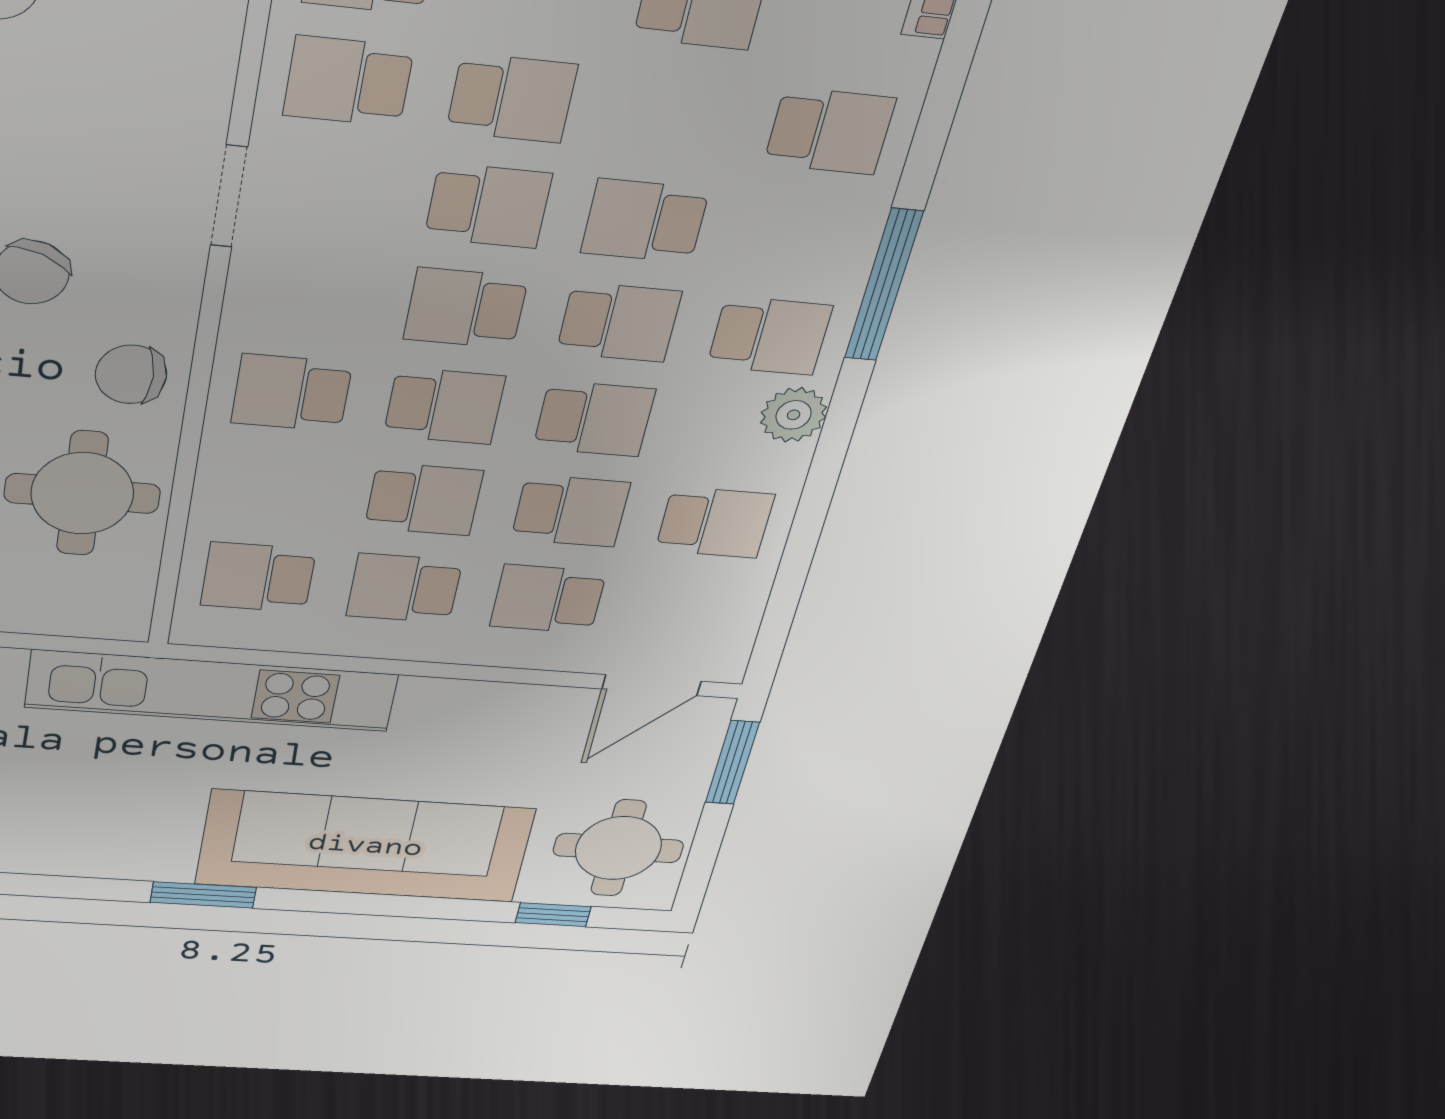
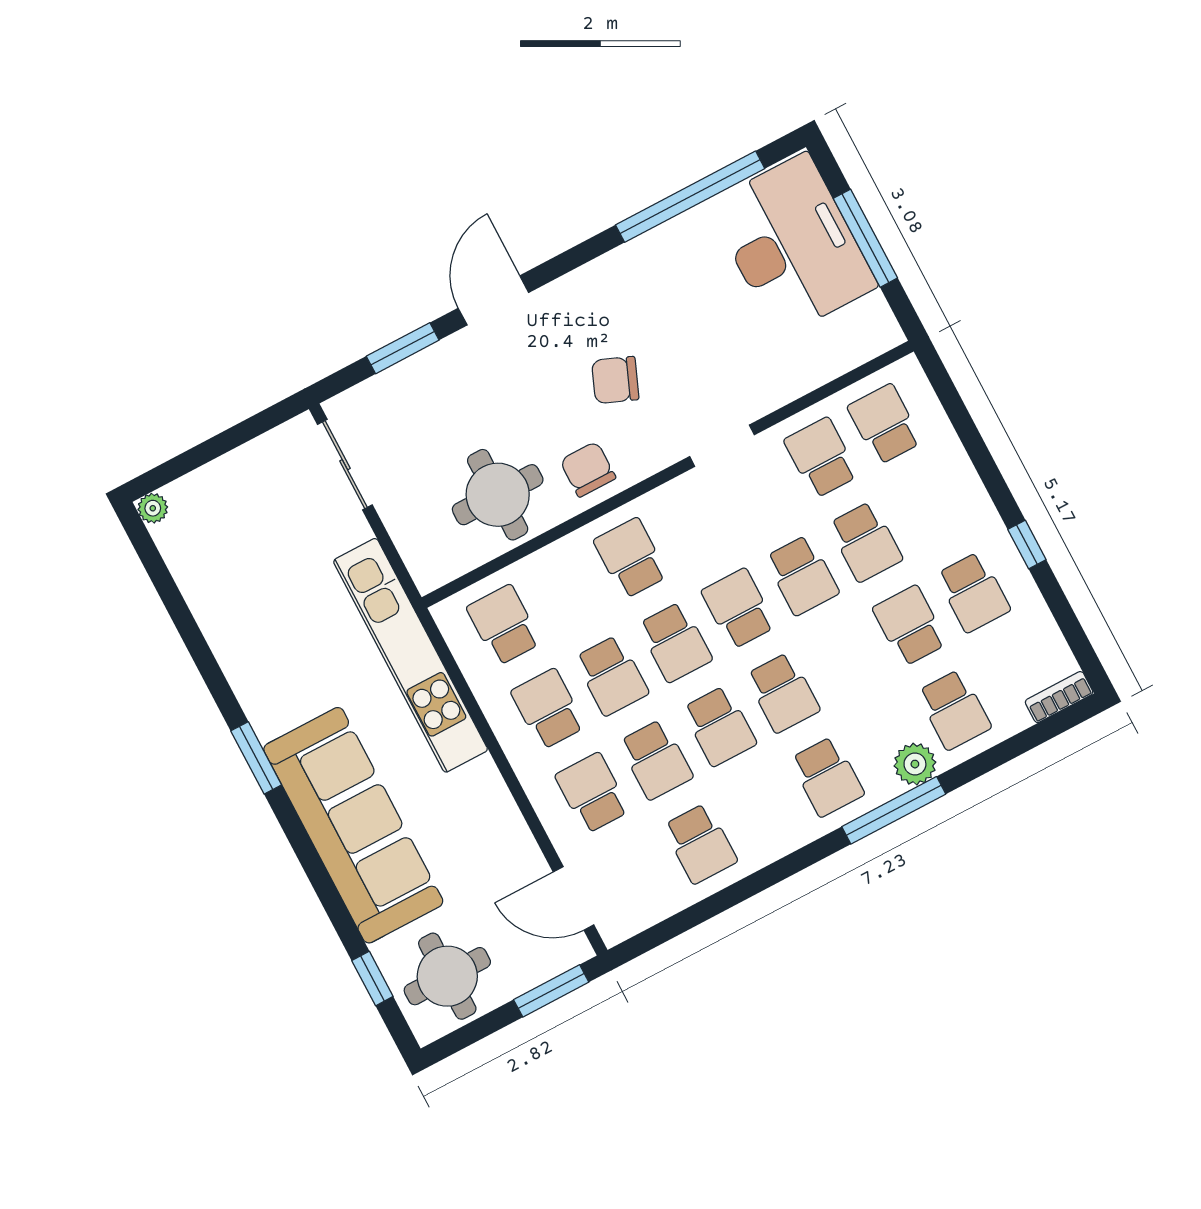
school desk: (645, 221) -> (910, 626), moved
plant: (794, 415) -> (915, 764), moved

